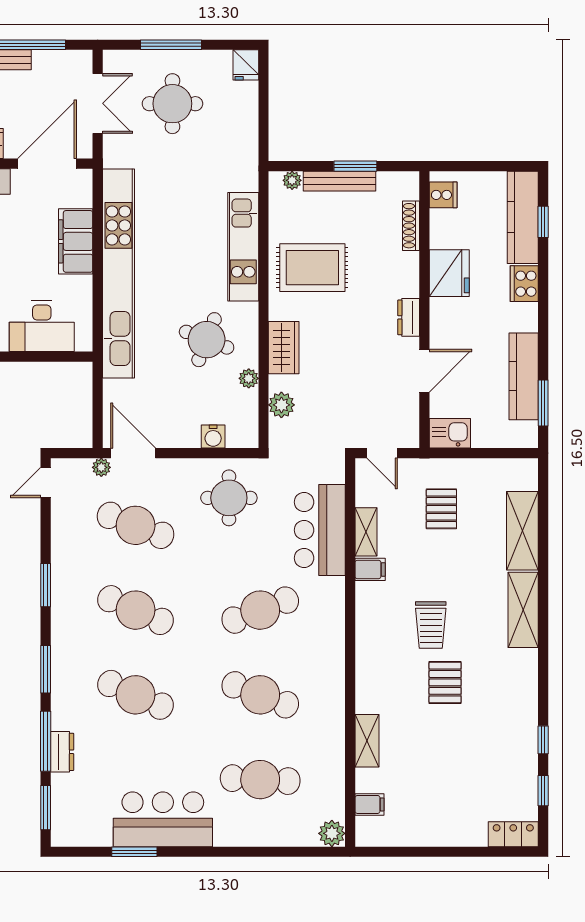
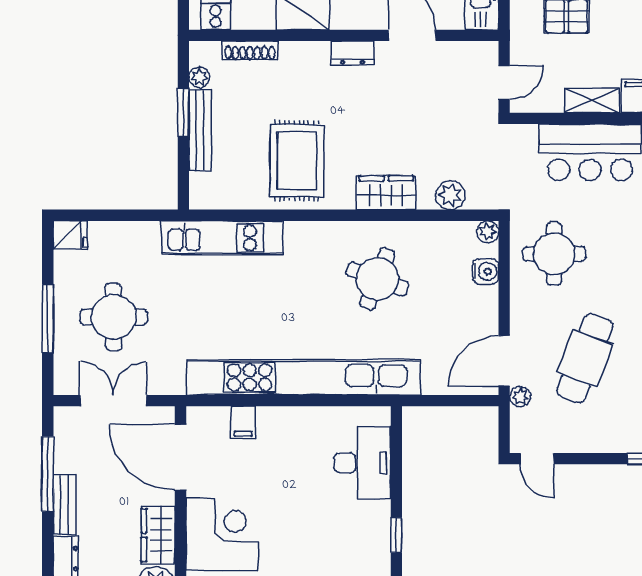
plant: (292, 180) -> (199, 77), moved
filing cabinet: (76, 241) -> (243, 422), width x0.33, depth x0.86
kitchen unit: (243, 247) -> (222, 238), moved
plant: (249, 378) -> (488, 232), moved

